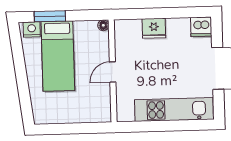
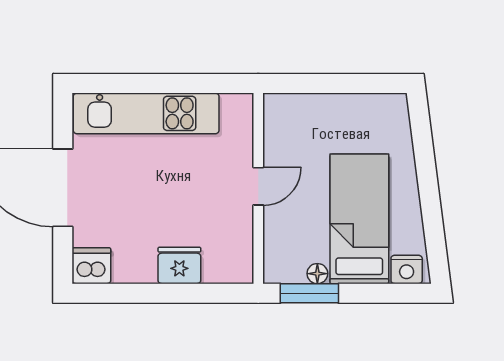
window: (50, 16) -> (309, 293), moved
floor lamp: (103, 25) -> (317, 274), moved

